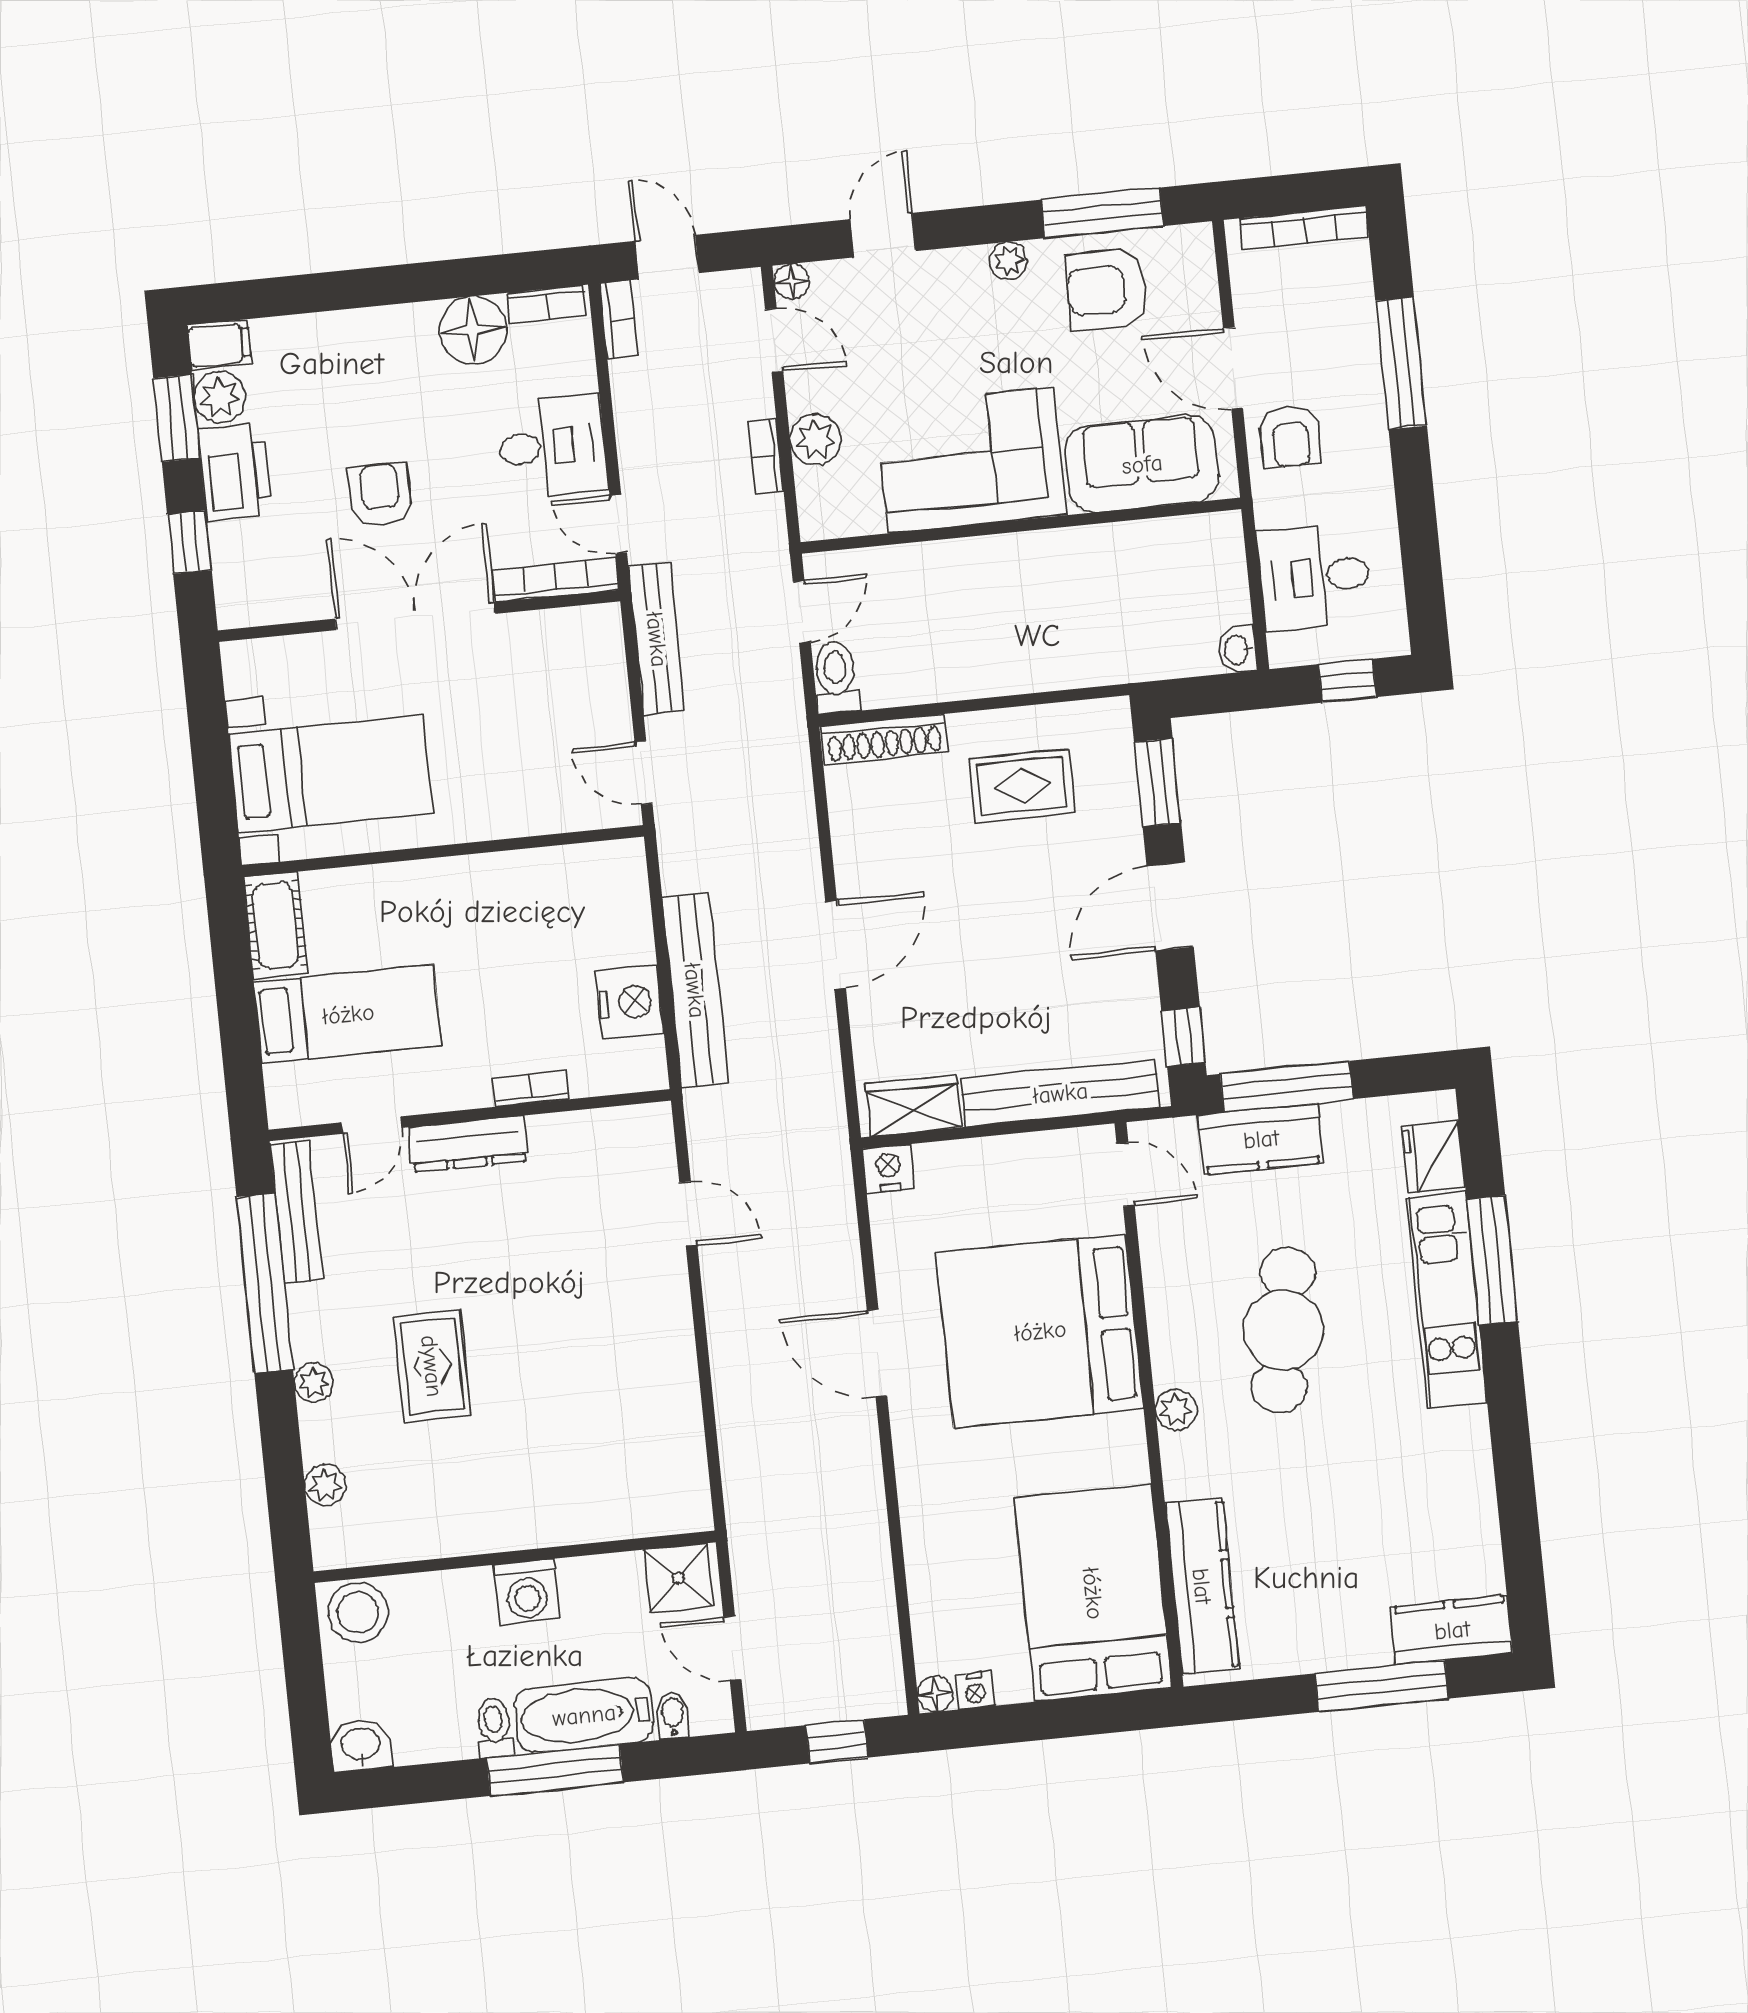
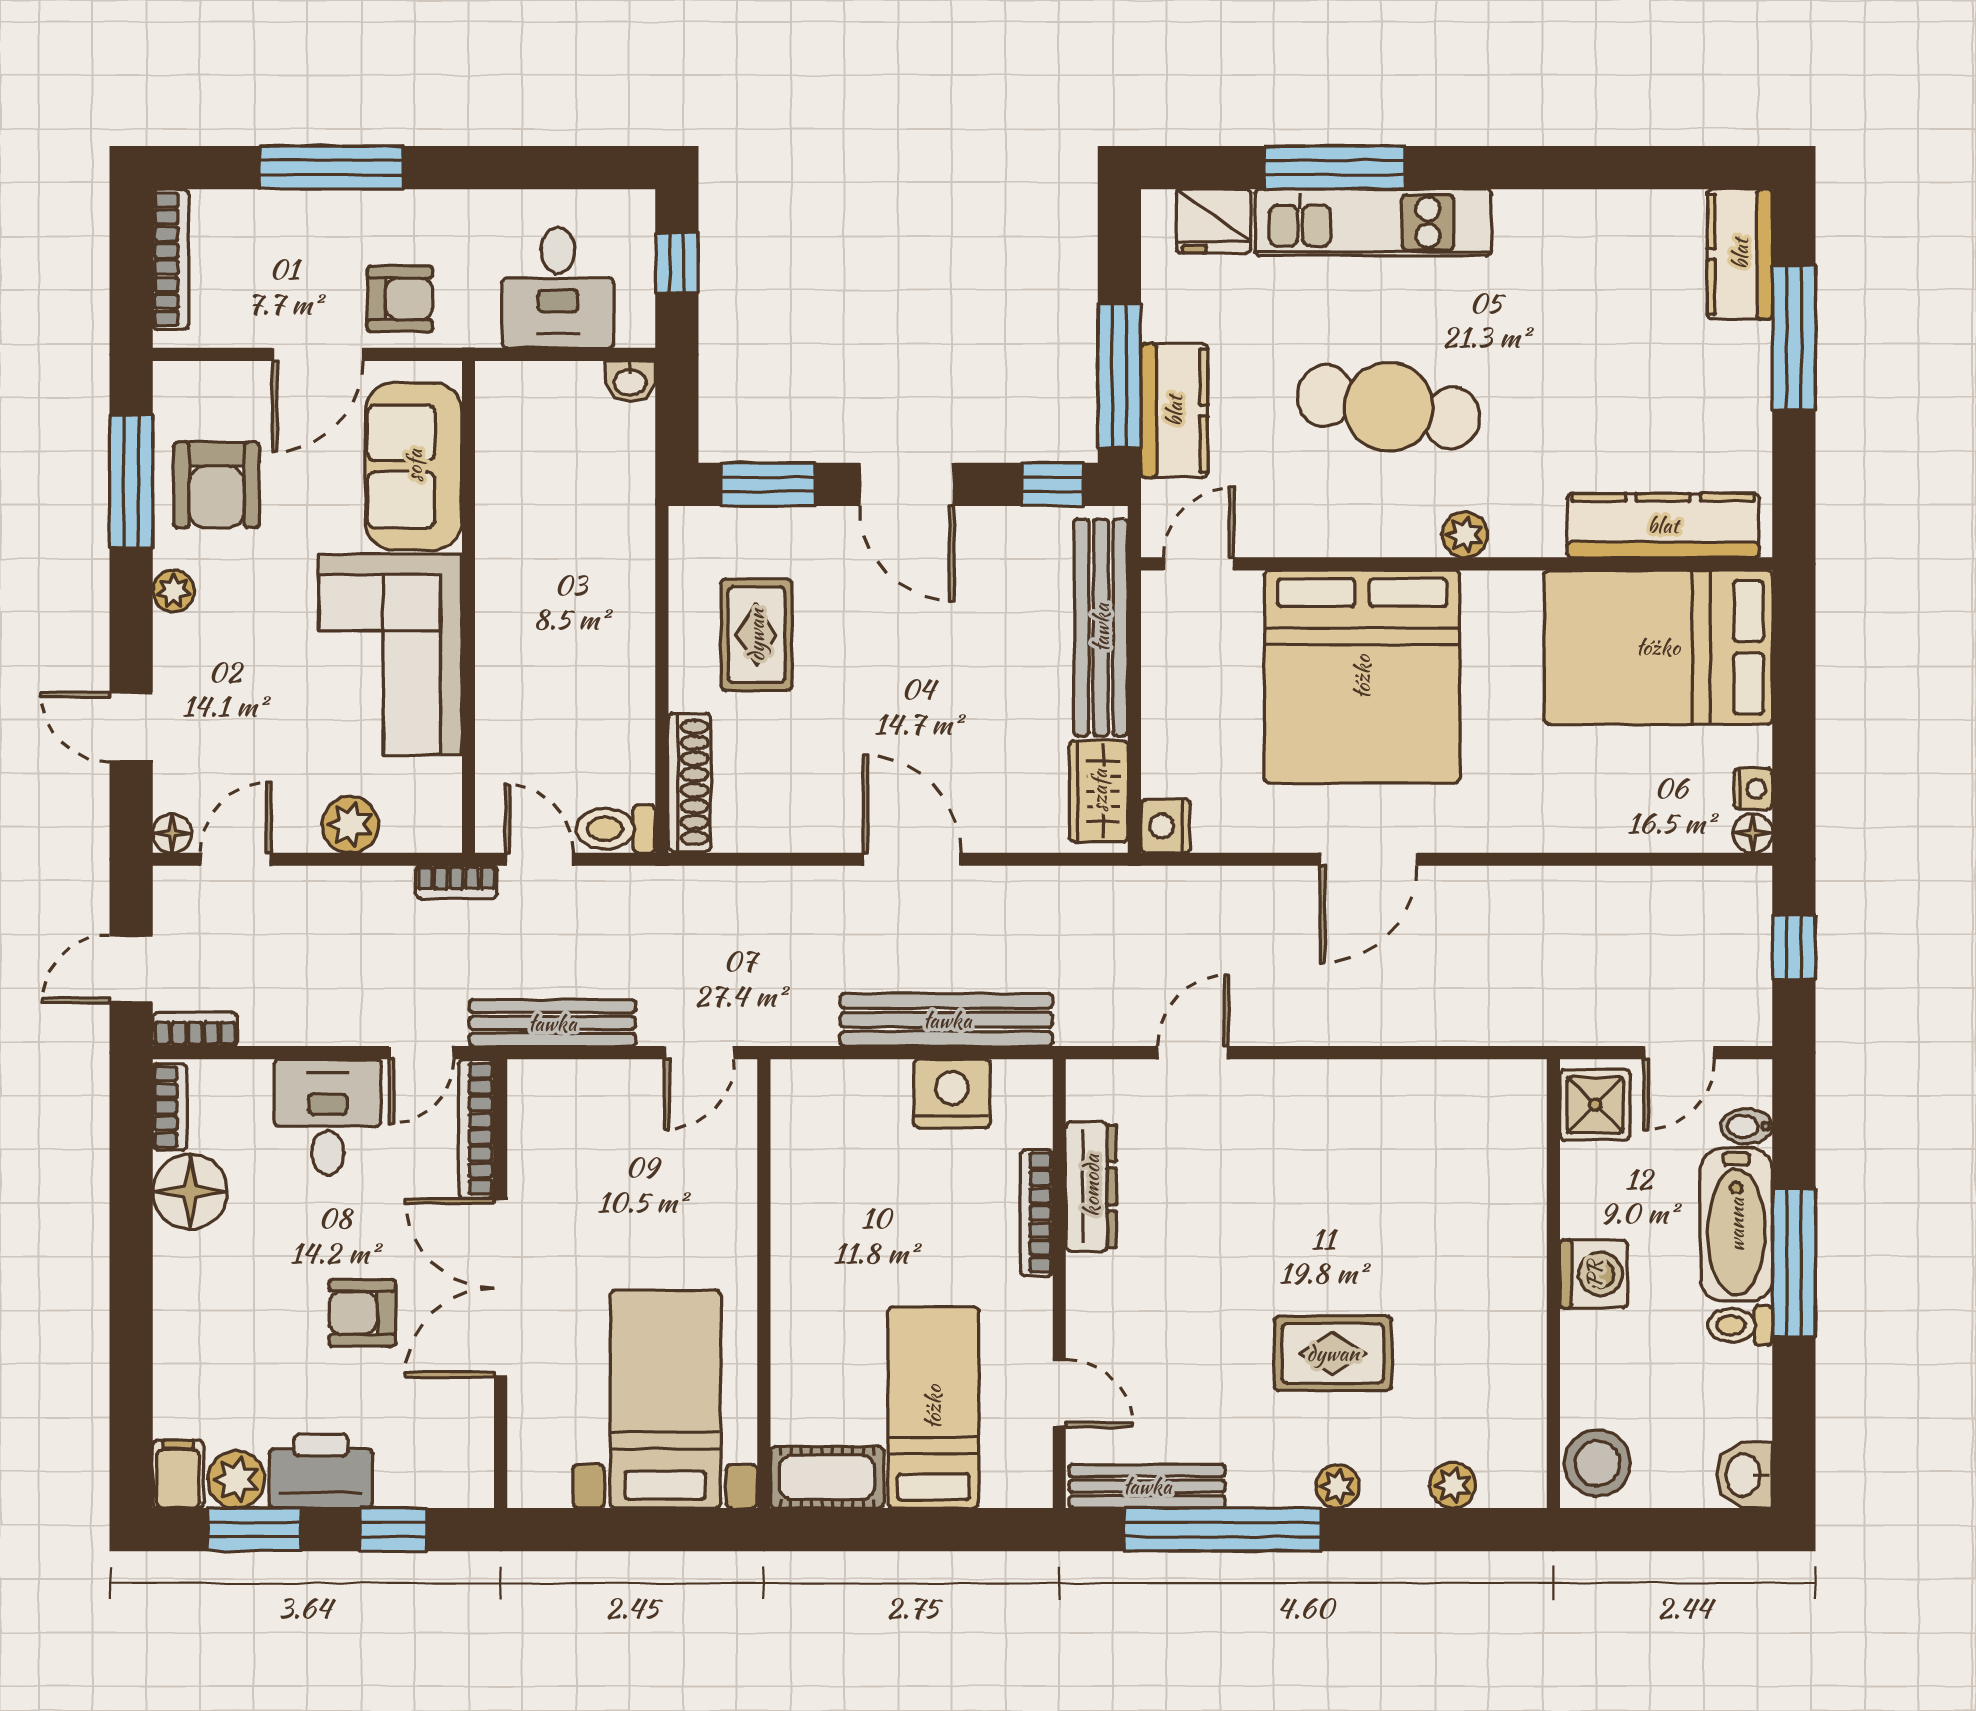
bookcase: (765, 457) -> (456, 882), moved
bookcase: (531, 1089) -> (1037, 1213), width x1.56
dresser: (468, 1144) -> (1091, 1186), moved

